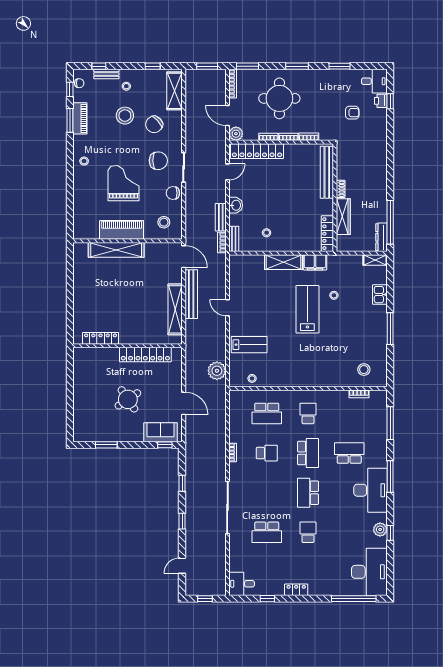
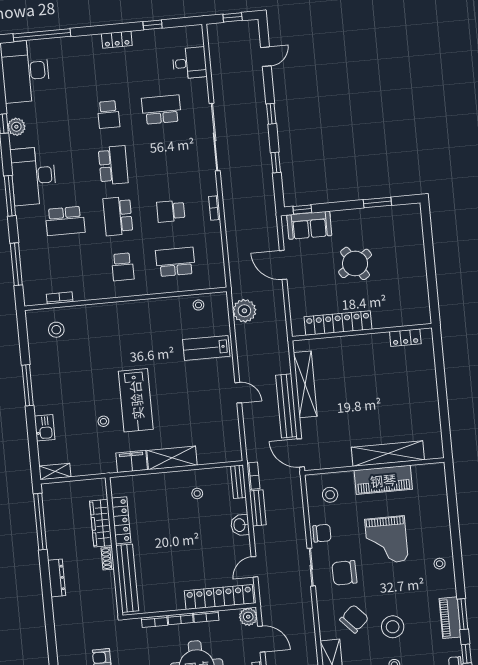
locker: (327, 234) -> (121, 520), moved
dresser: (381, 237) -> (57, 578), moved
locker: (101, 338) -> (405, 338), width x0.66
desk: (242, 584) -> (189, 63), moved

